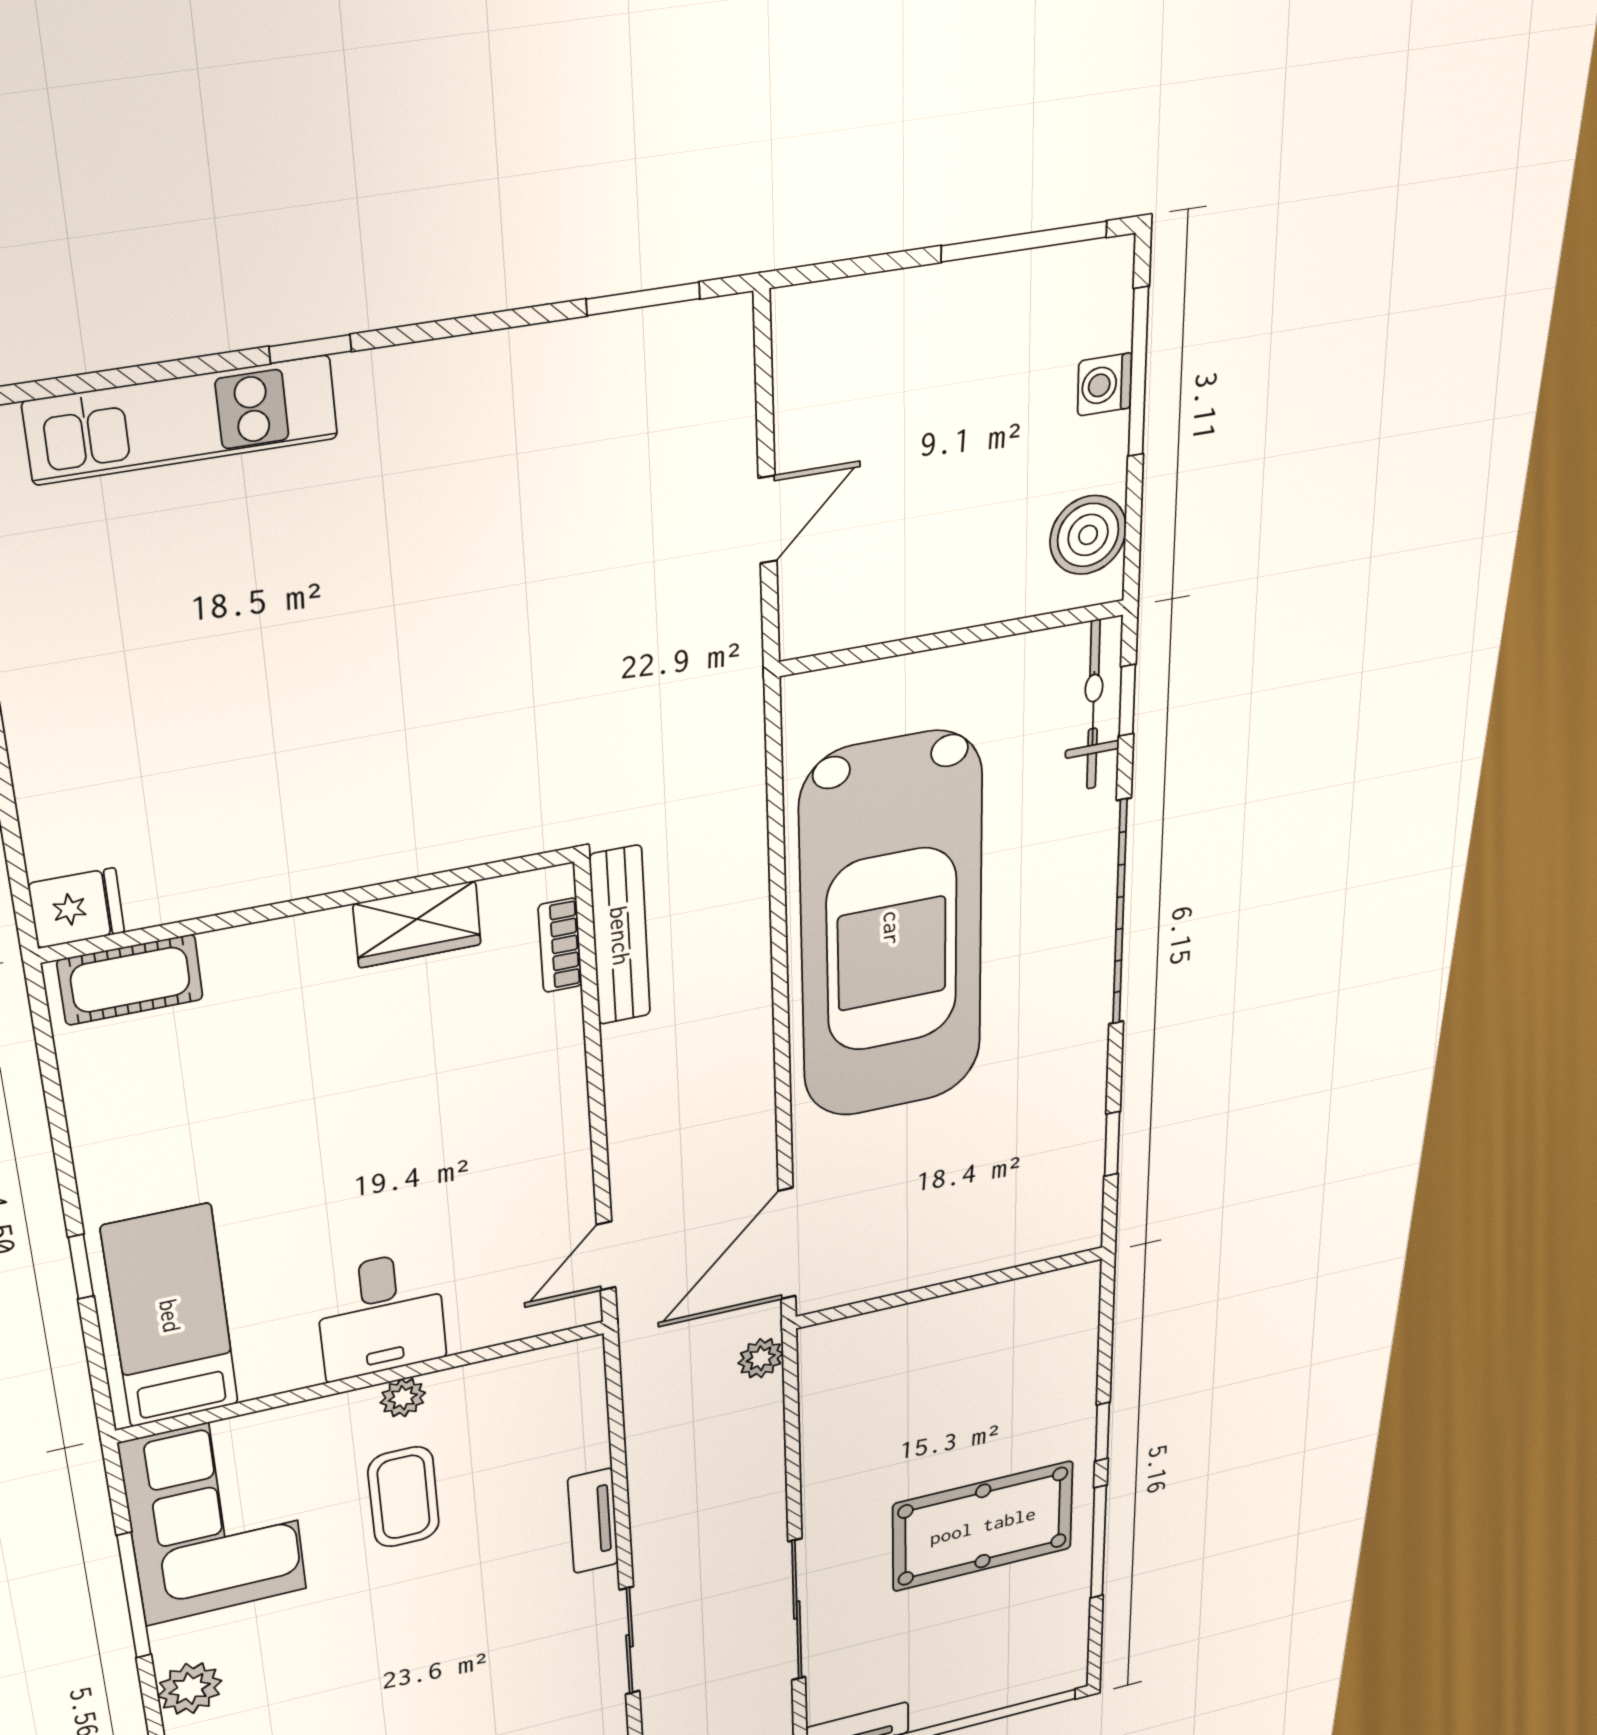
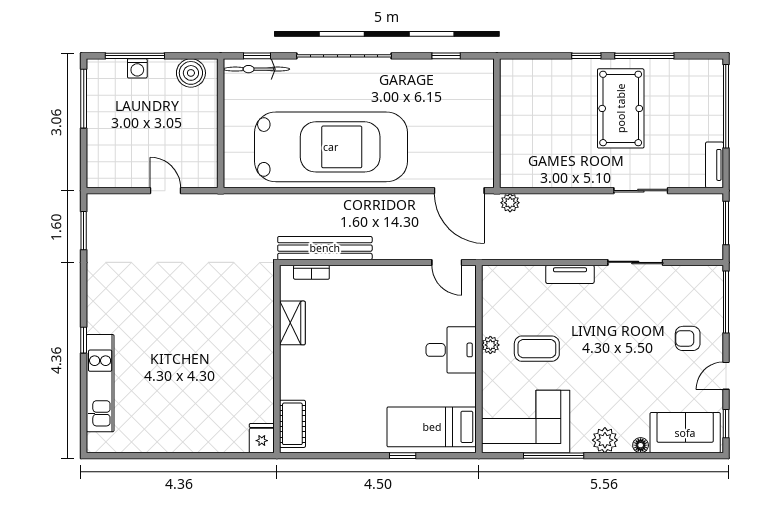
bench: (620, 936) -> (325, 248), width x1.37, depth x1.21
sliding door: (797, 1610) -> (641, 191), width x0.73

